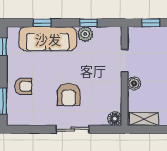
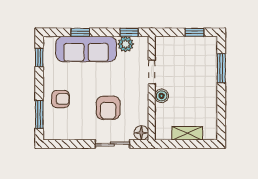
doorway: (125, 61) -> (152, 72), moved
wall: (125, 76) -> (152, 88), moved
boiler: (134, 83) -> (162, 96), moved
floor lamp: (115, 119) -> (141, 133), moved

